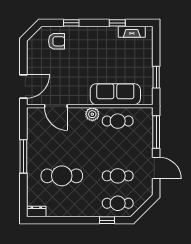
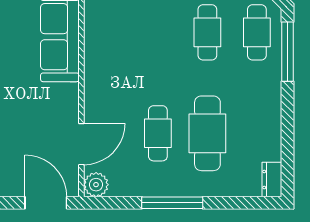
plant: (92, 114) -> (96, 185), moved
cafe table: (118, 121) -> (158, 133), moved
window: (107, 220) -> (288, 52), width x2.17

